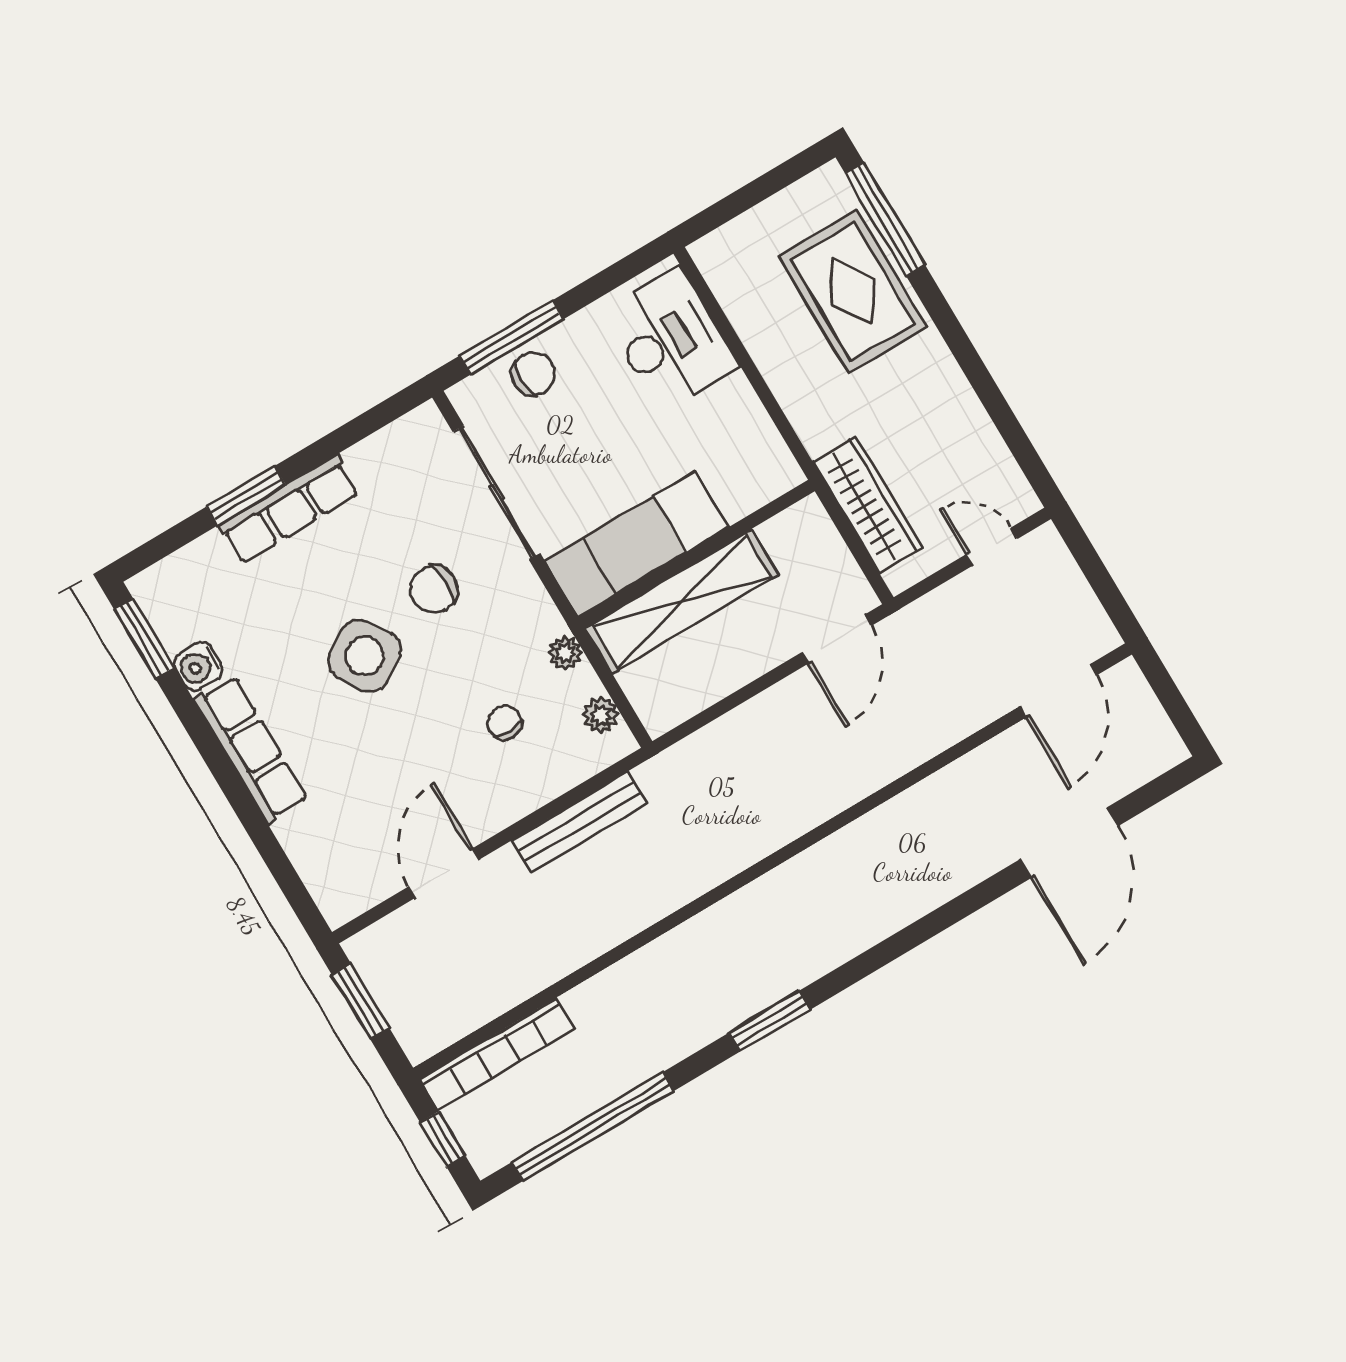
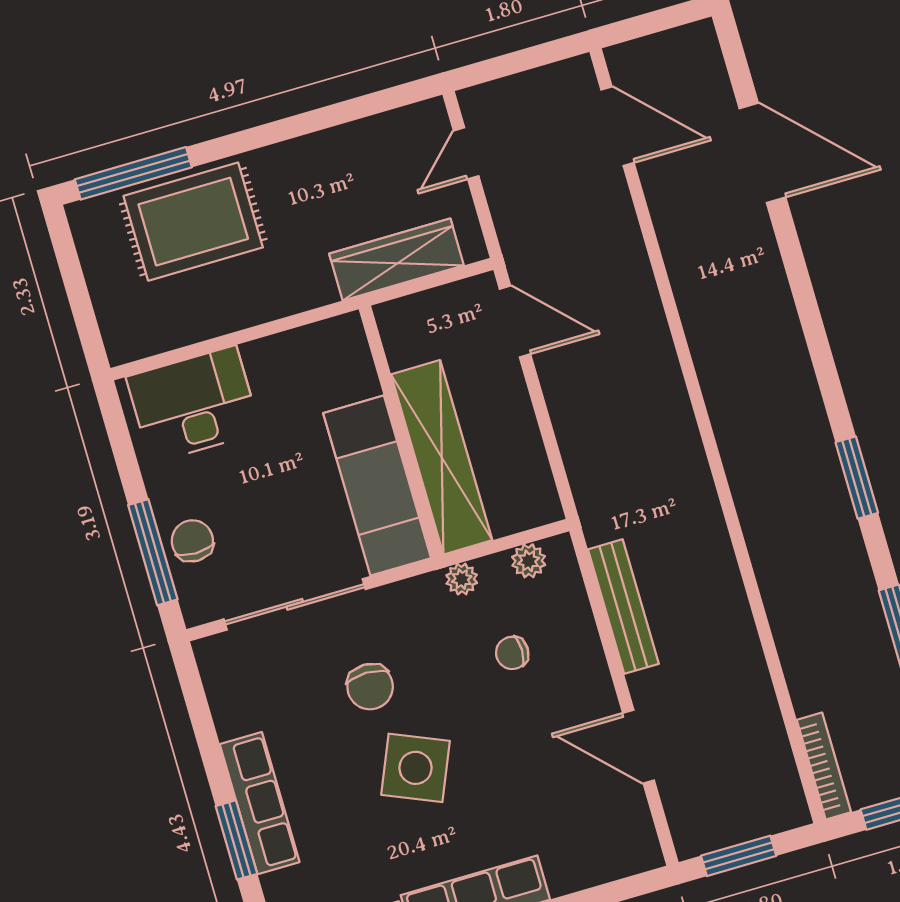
side table: (365, 656) -> (416, 768), turned -34
bookcase: (497, 1054) -> (824, 766), width x0.68, depth x0.76

